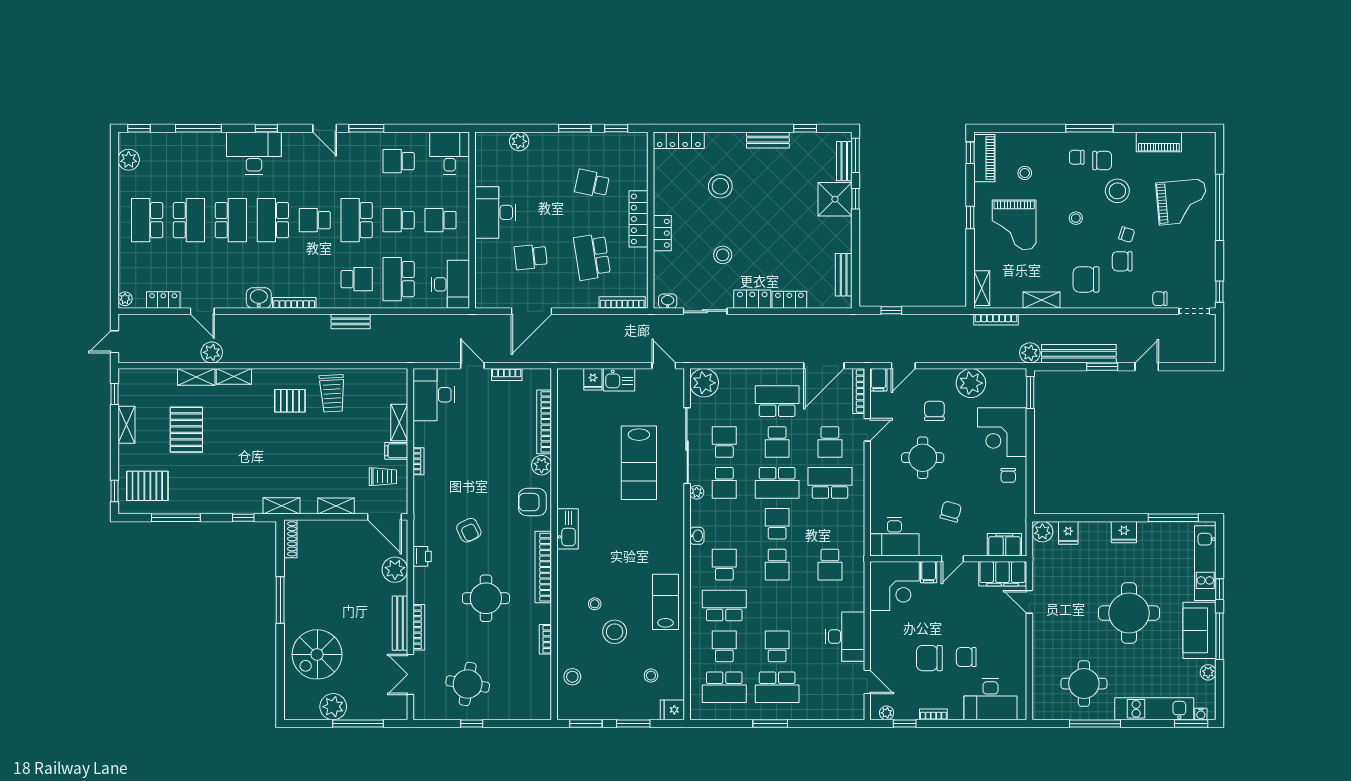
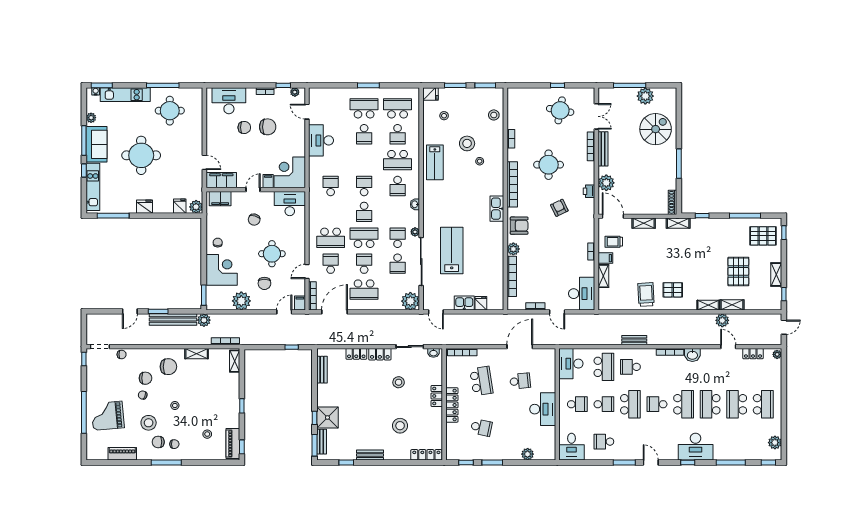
school desk: (399, 161) -> (604, 442), turned 180
school desk: (315, 220) -> (657, 404), turned 180
grand piano: (1014, 225) -> (214, 401), removed

